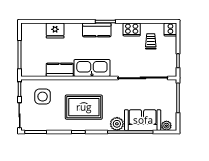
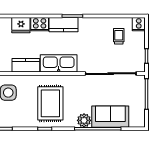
cooker: (132, 30) -> (40, 24), moved
rug: (84, 107) -> (50, 103), turned 90
plant: (166, 126) -> (135, 122), removed

